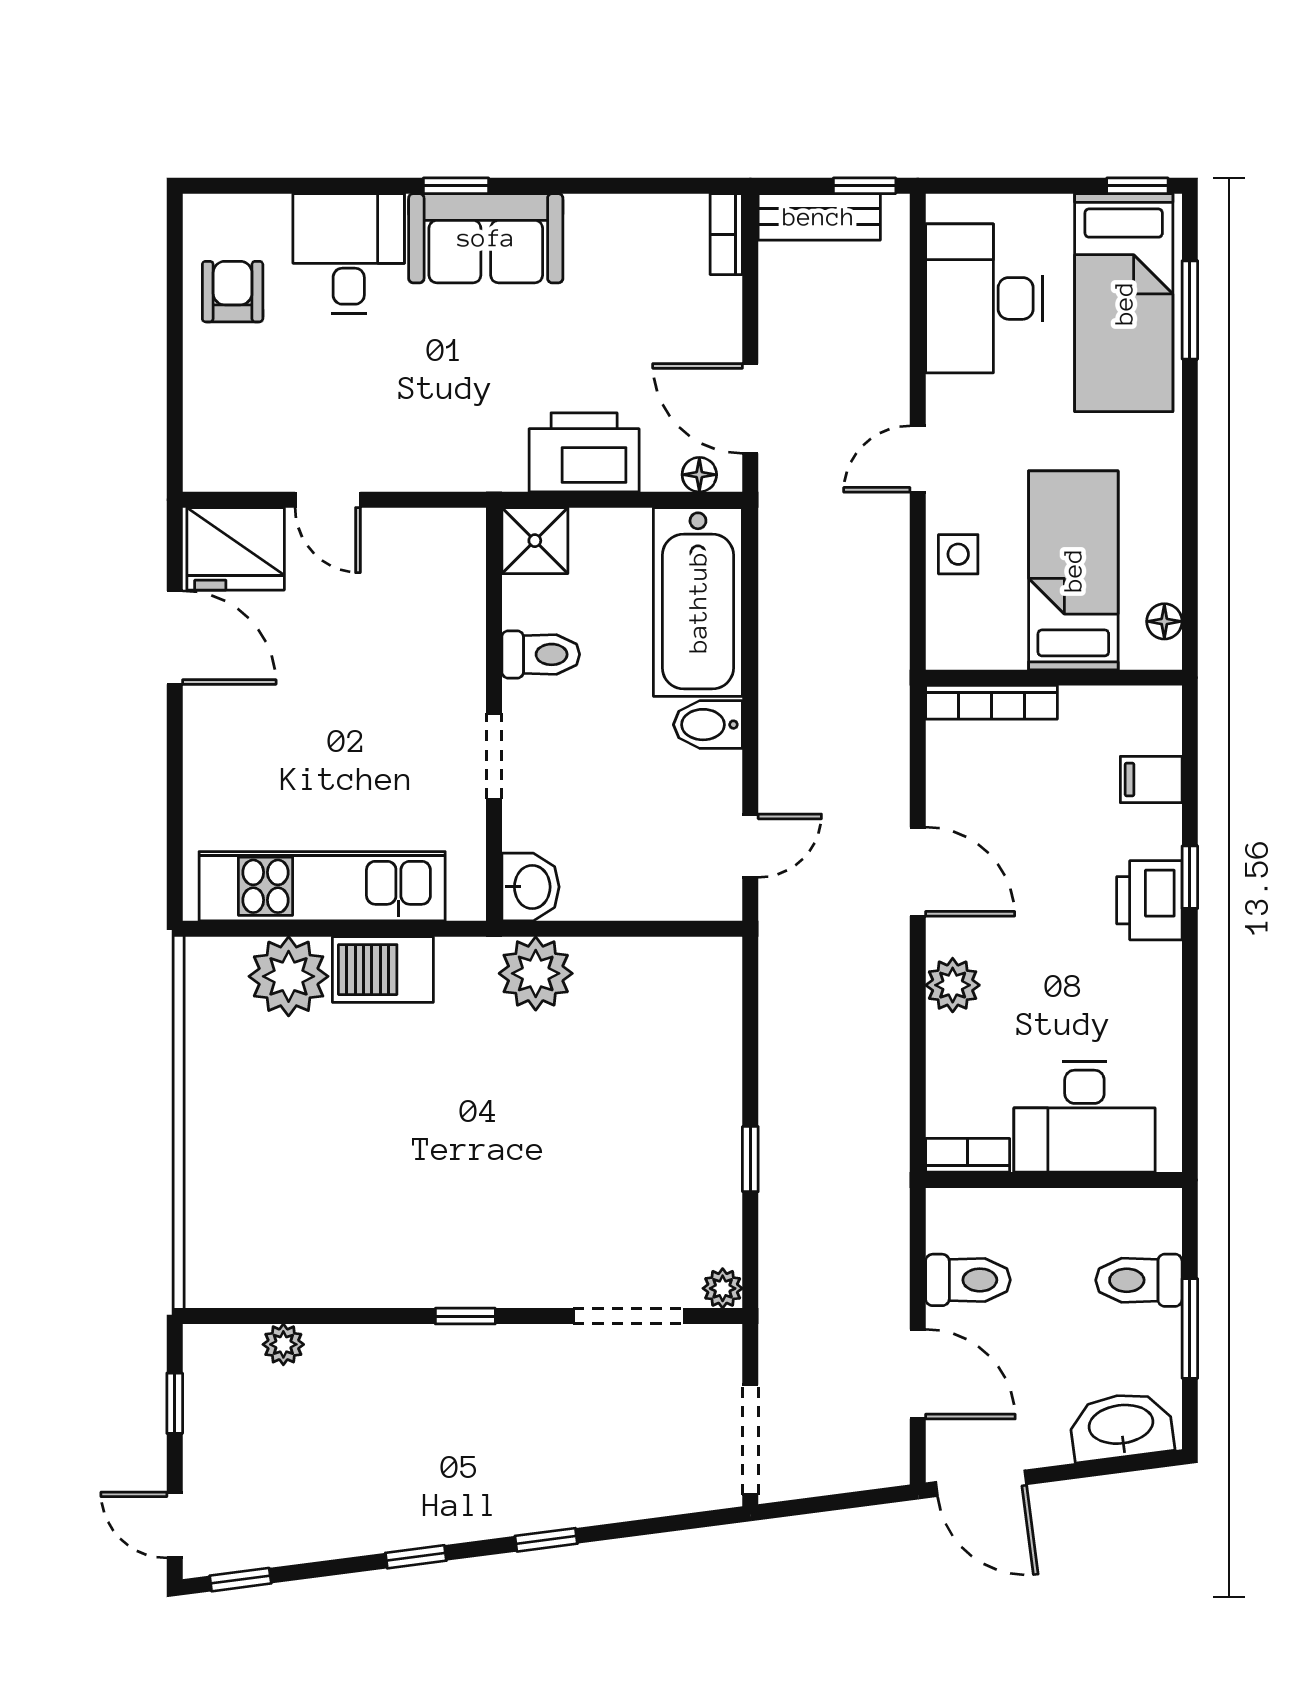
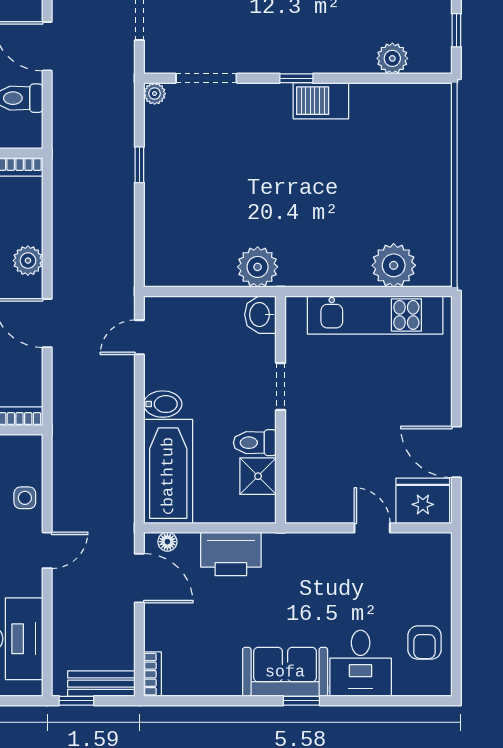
shower: (535, 541) -> (258, 476), moved
barbecue: (383, 970) -> (321, 101), moved, turned 180
plant: (283, 1344) -> (392, 58), width x1.38, depth x1.38

